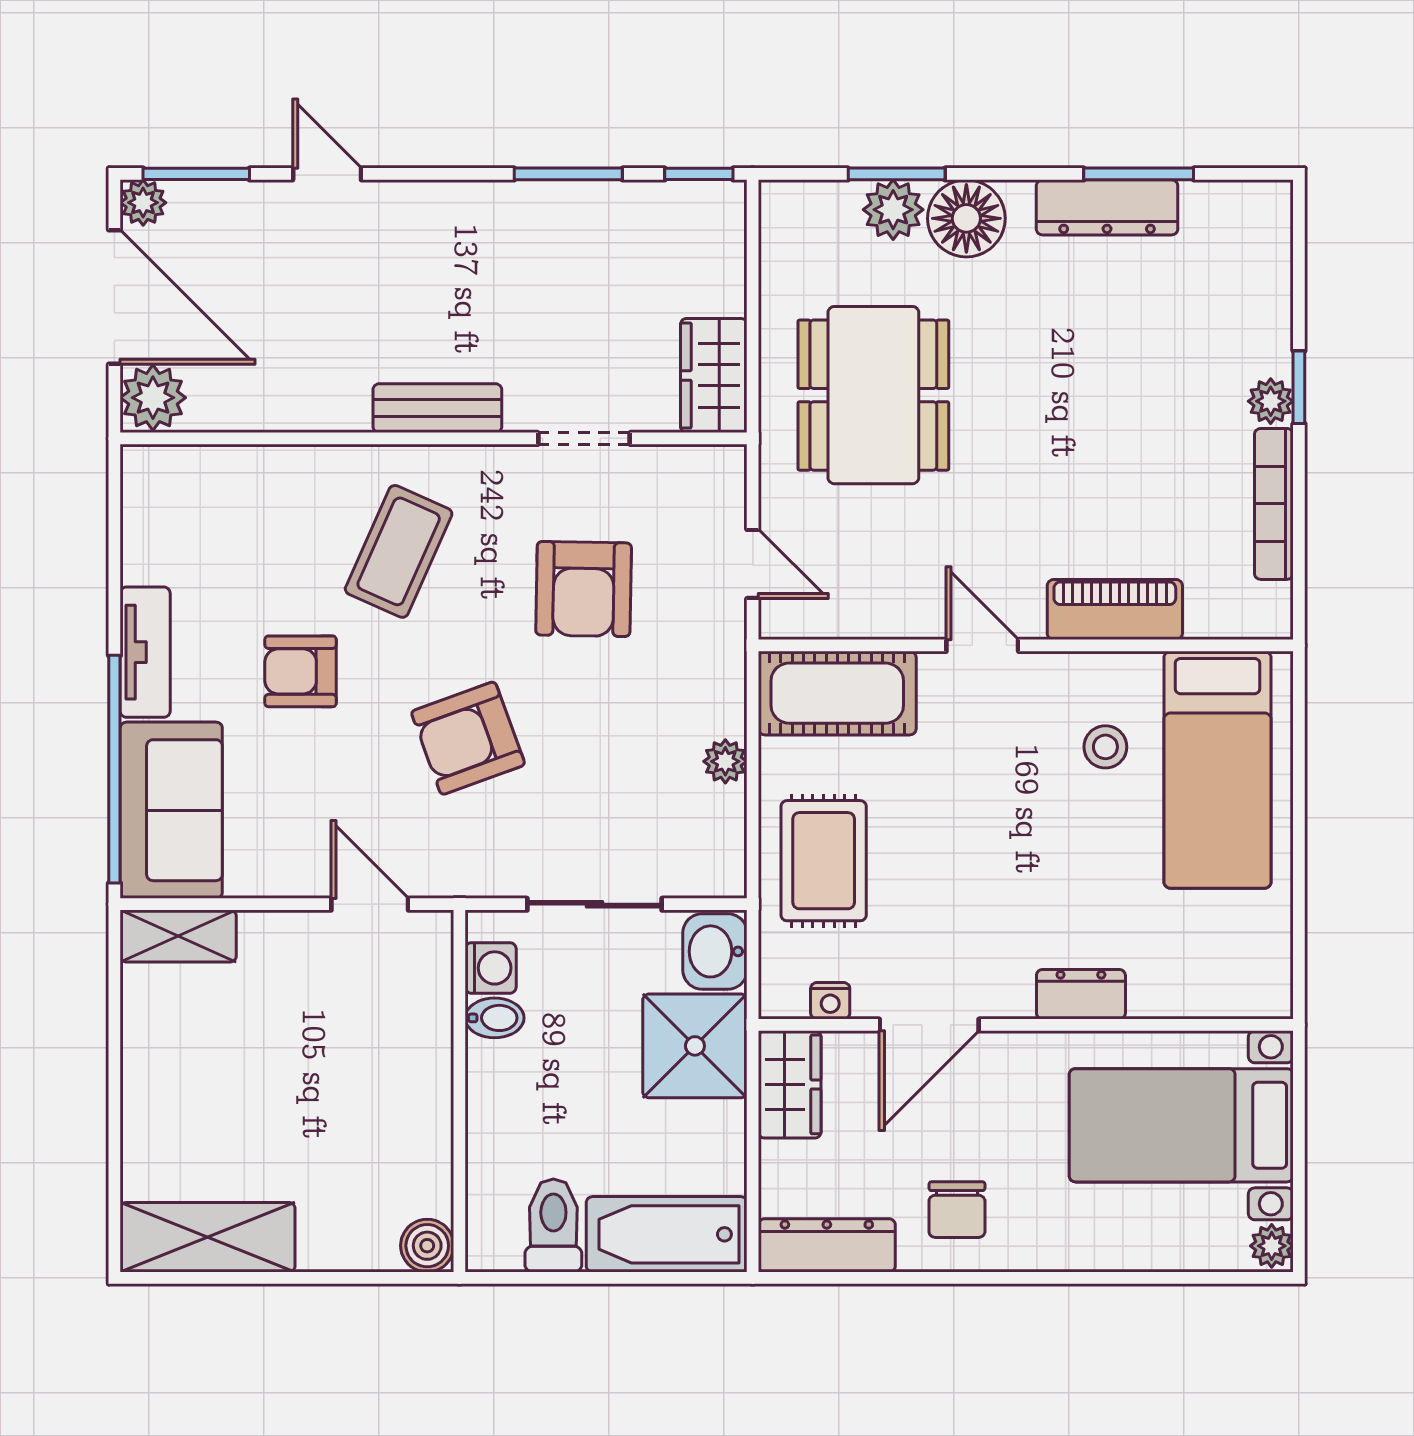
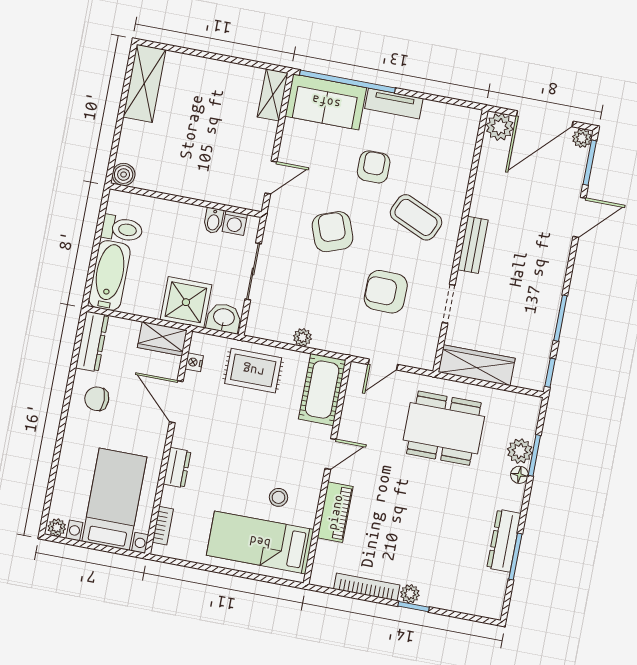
door: (327, 174) -> (579, 217), width x1.38
floor lamp: (966, 218) -> (519, 475), width x0.53, depth x0.53
wardrobe: (714, 375) -> (477, 365), width x1.50
bookcase: (1221, 1002) -> (163, 526), added

